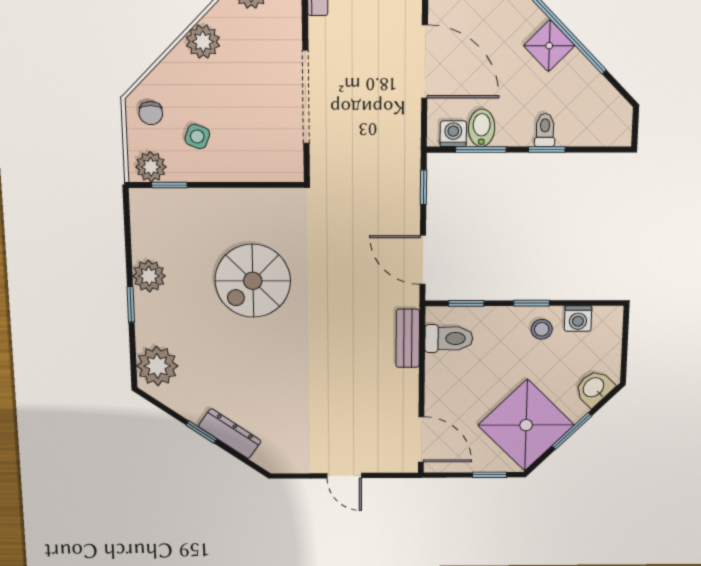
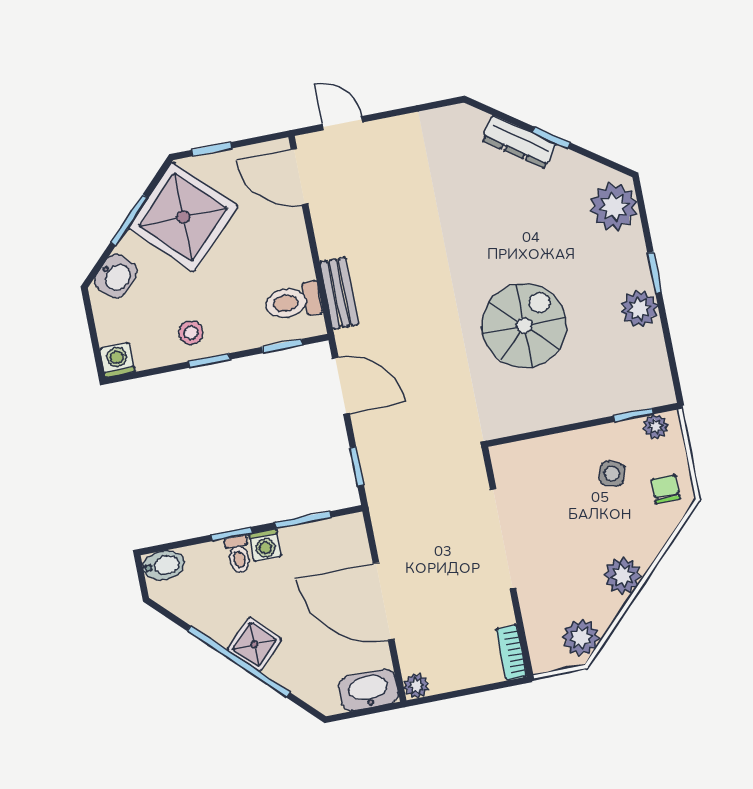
bidet: (482, 128) -> (164, 565), moved, turned -90
washing machine: (453, 134) -> (265, 545), moved
plant: (151, 167) -> (656, 426), width x0.73, depth x0.73
washing machine: (578, 319) -> (117, 360), moved
door: (344, 476) -> (343, 123), moved

